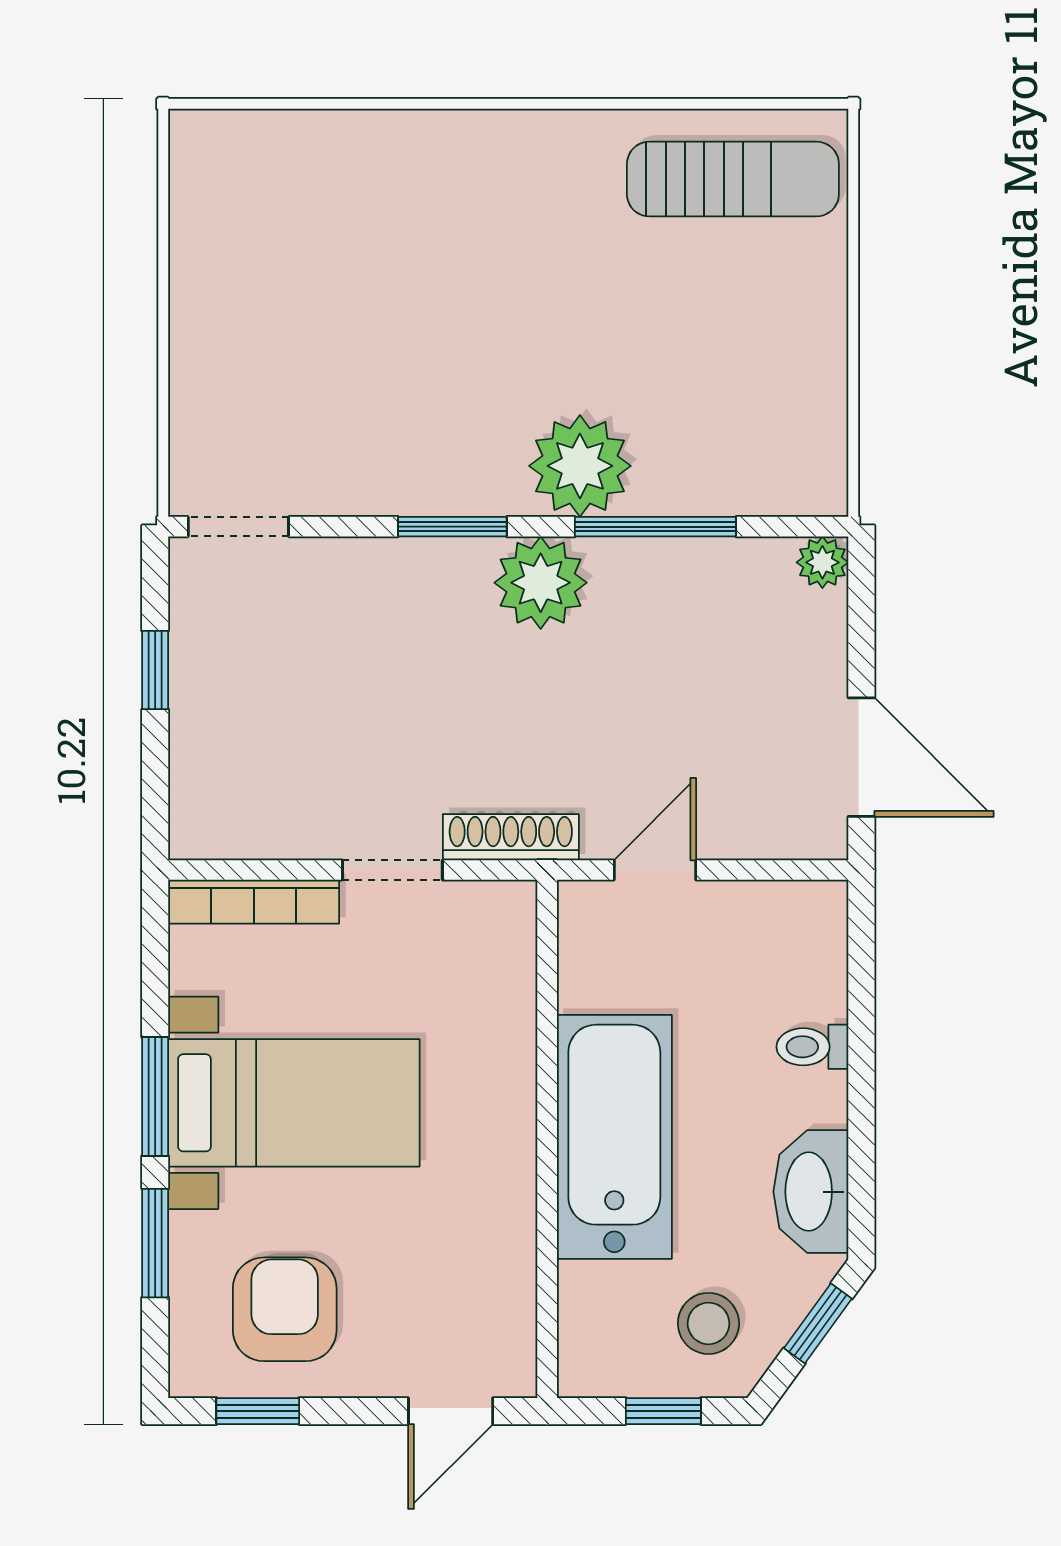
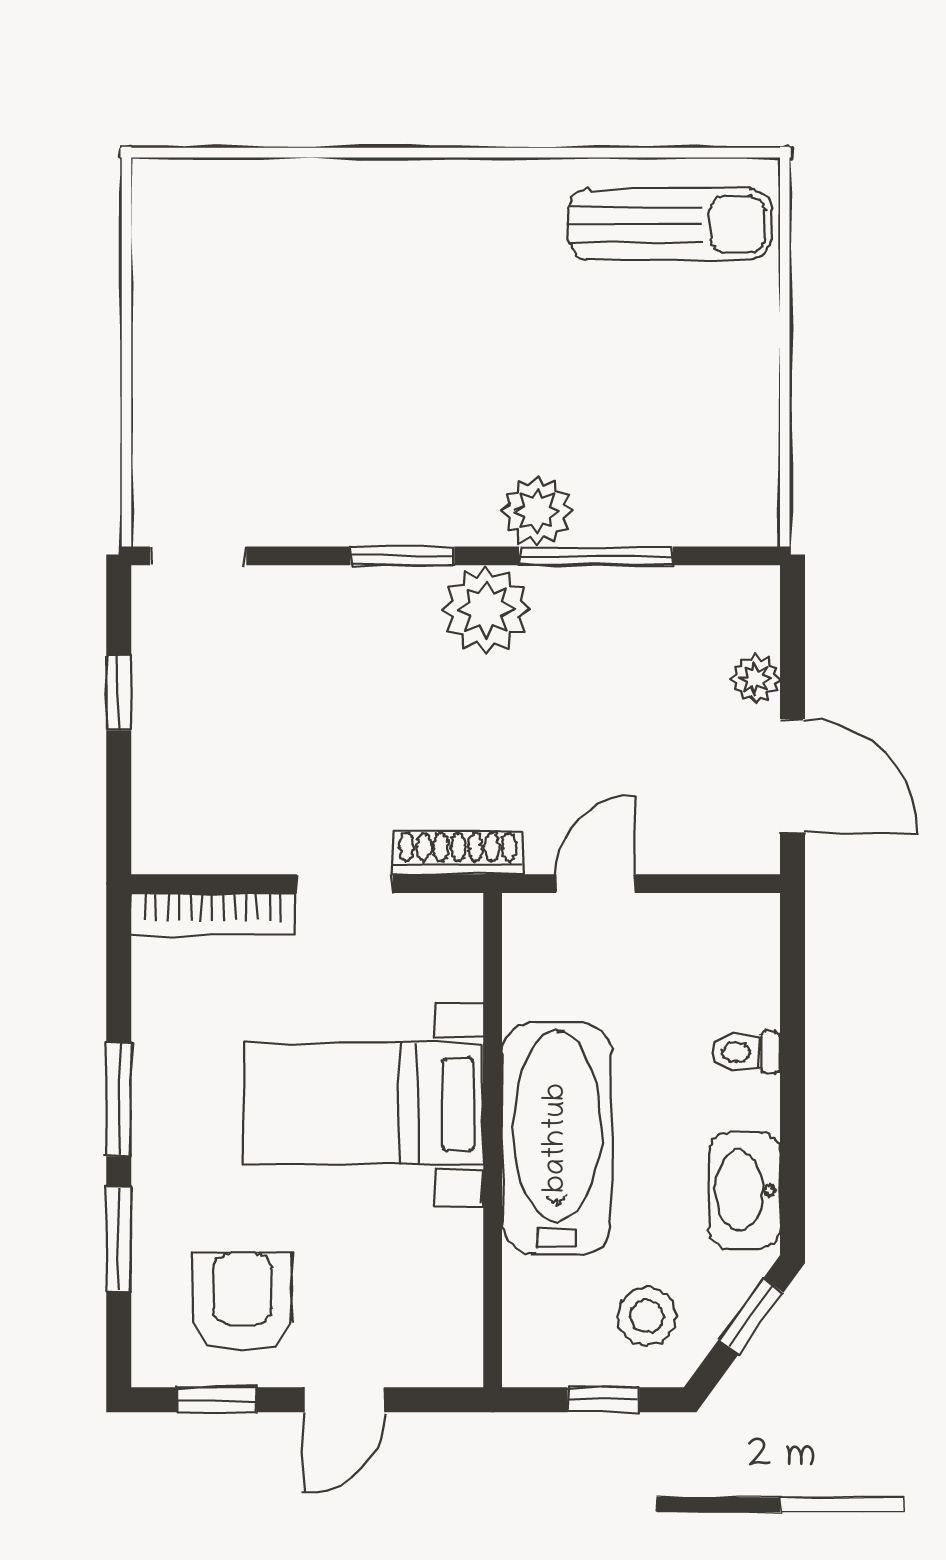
plant: (580, 466) -> (537, 511), width x0.73, depth x0.73
plant: (822, 562) -> (755, 679), moved
bed with nightstands: (294, 1103) -> (363, 1104), moved, turned 180
door: (451, 1411) -> (344, 1400), moved

